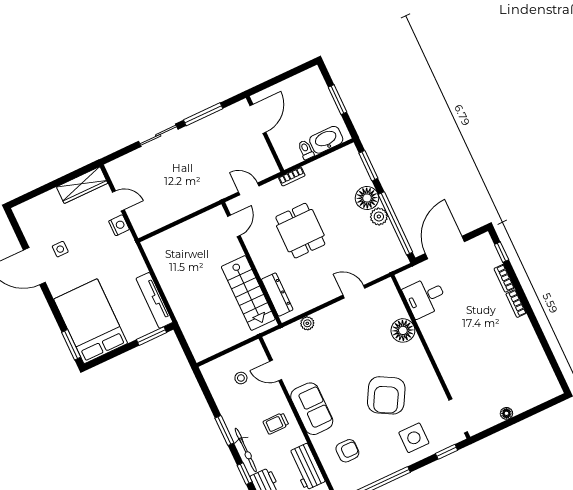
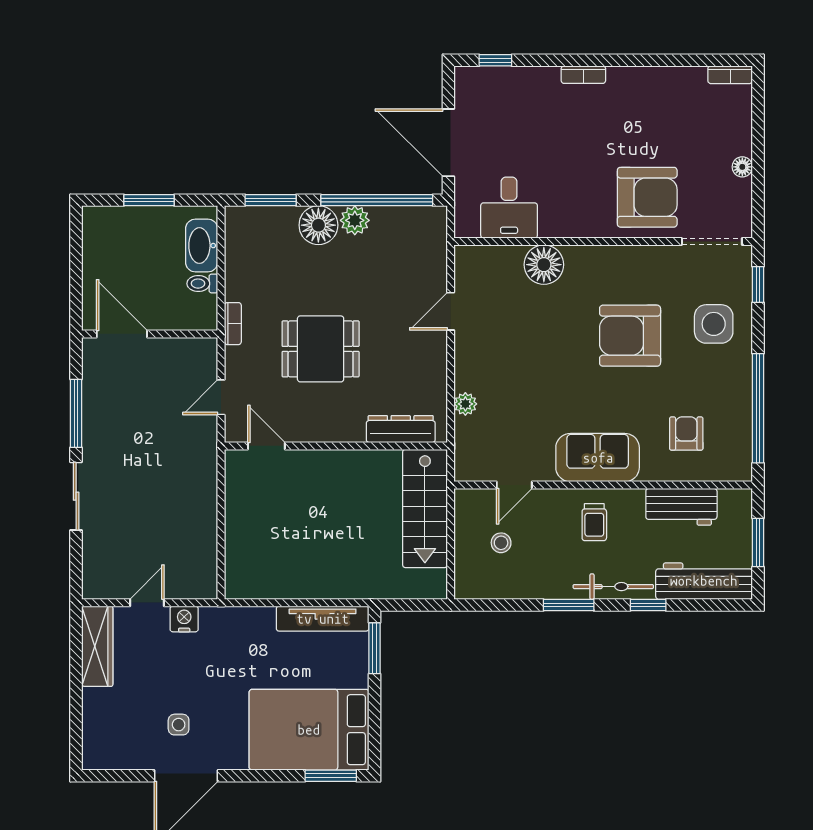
bookcase: (504, 278) -> (730, 75), moved
stairs: (248, 293) -> (425, 508), moved, turned 90
armchair: (466, 369) -> (647, 197), added
armchair: (386, 395) -> (630, 336), turned 151

